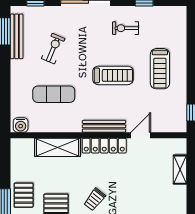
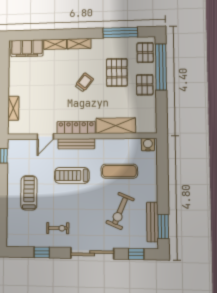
exercise bike: (53, 49) -> (120, 211), width x1.38, depth x1.39
treadmill: (113, 75) -> (72, 175), moved

